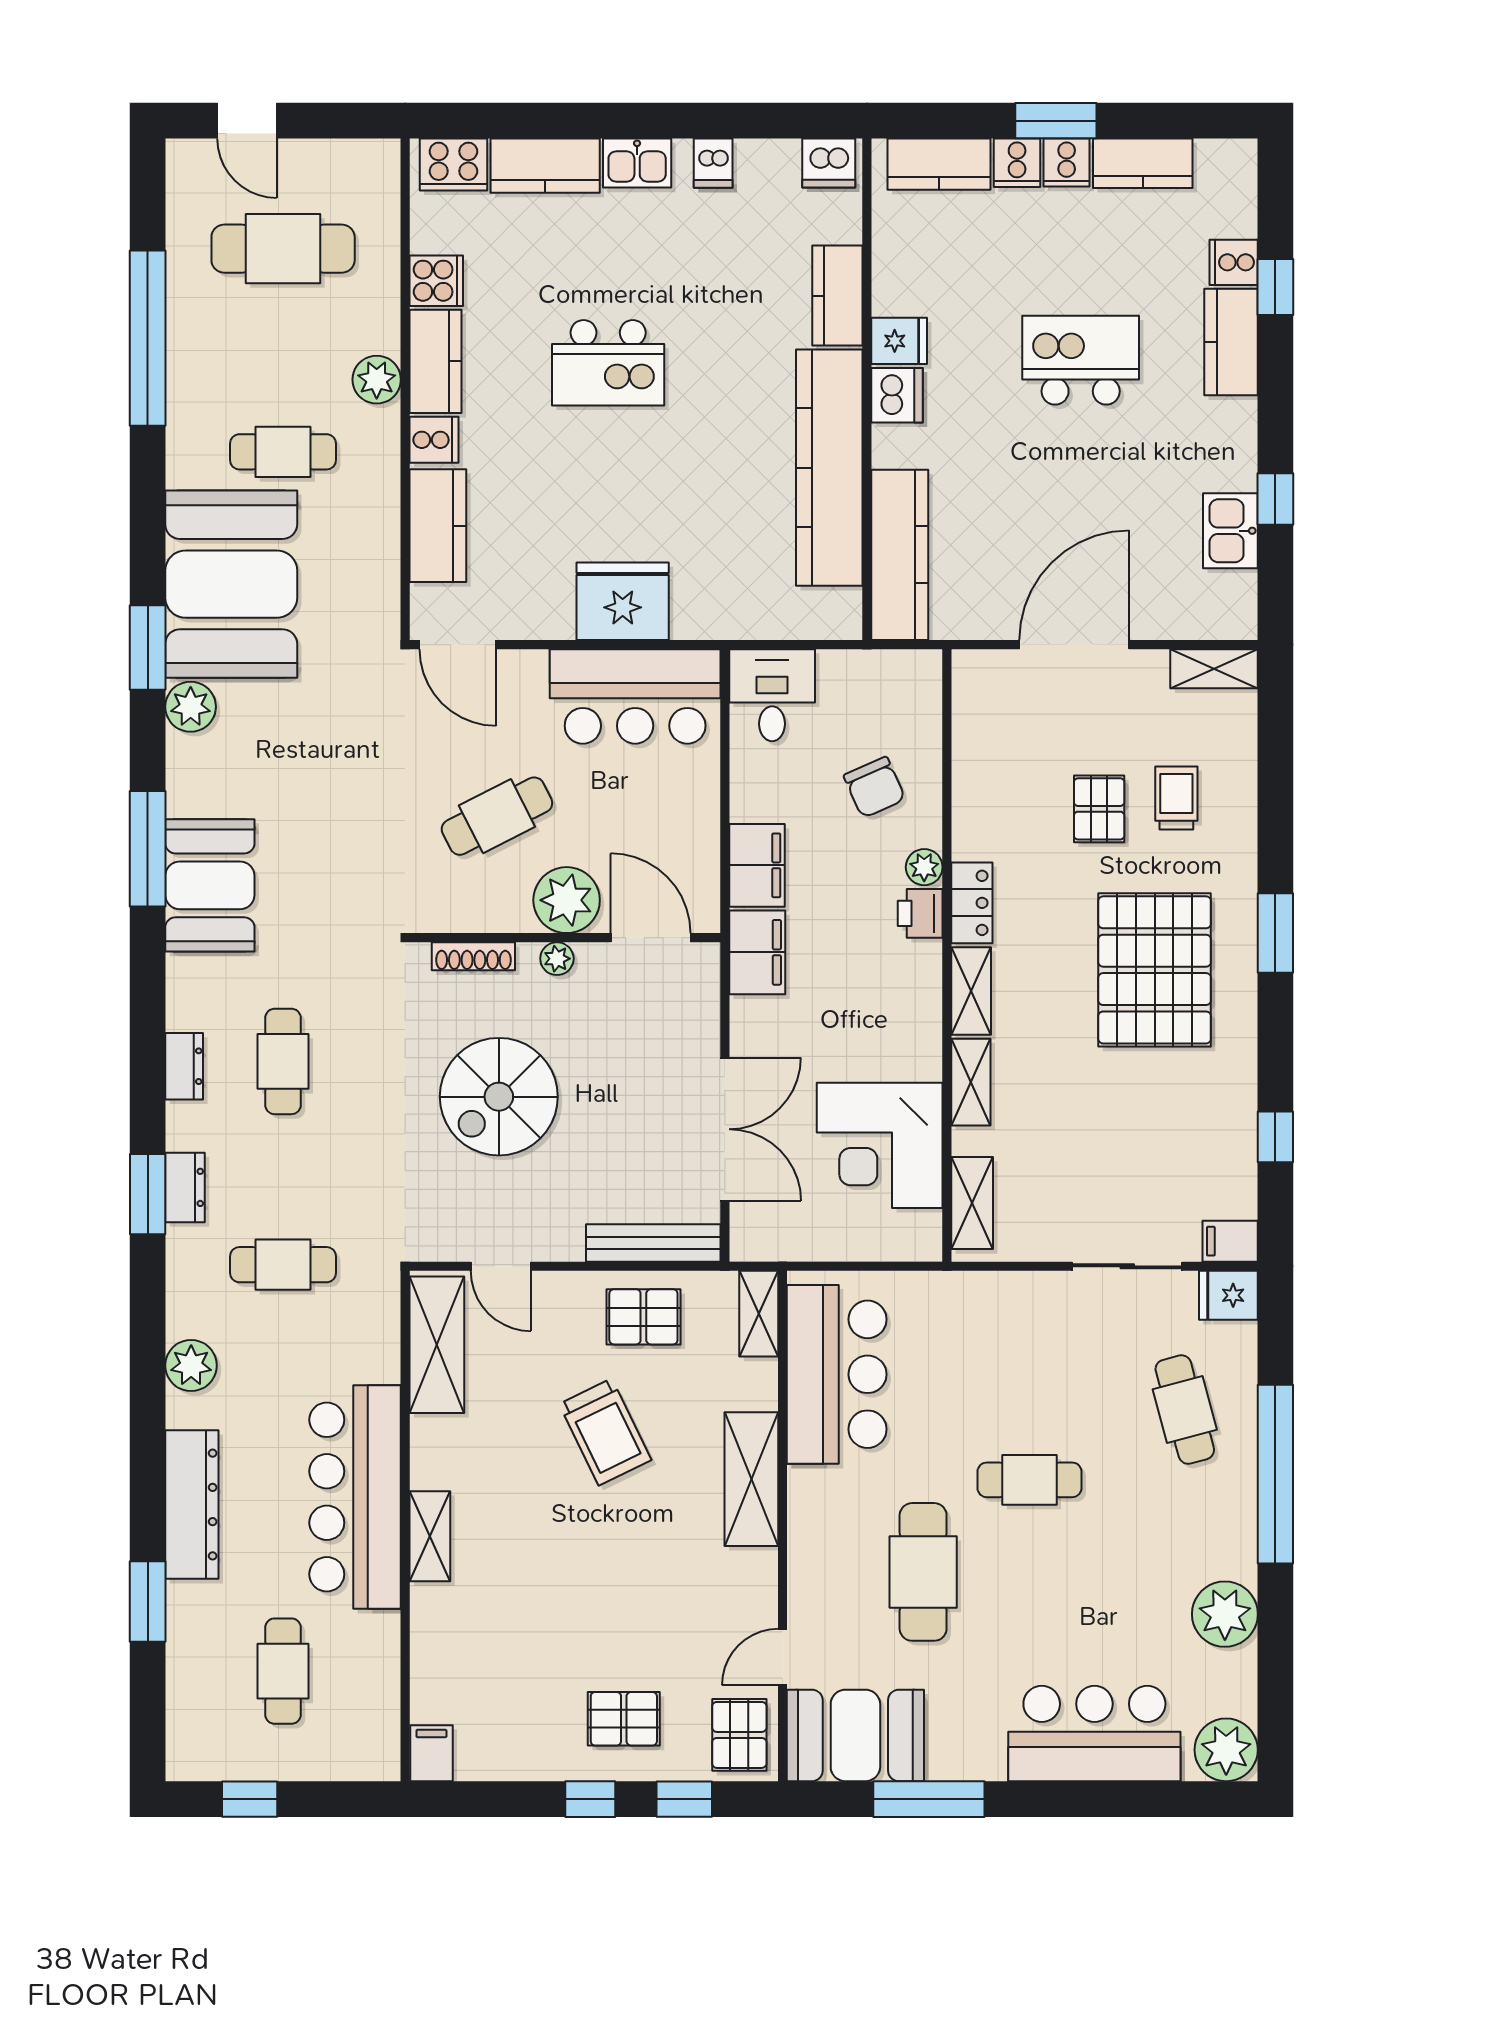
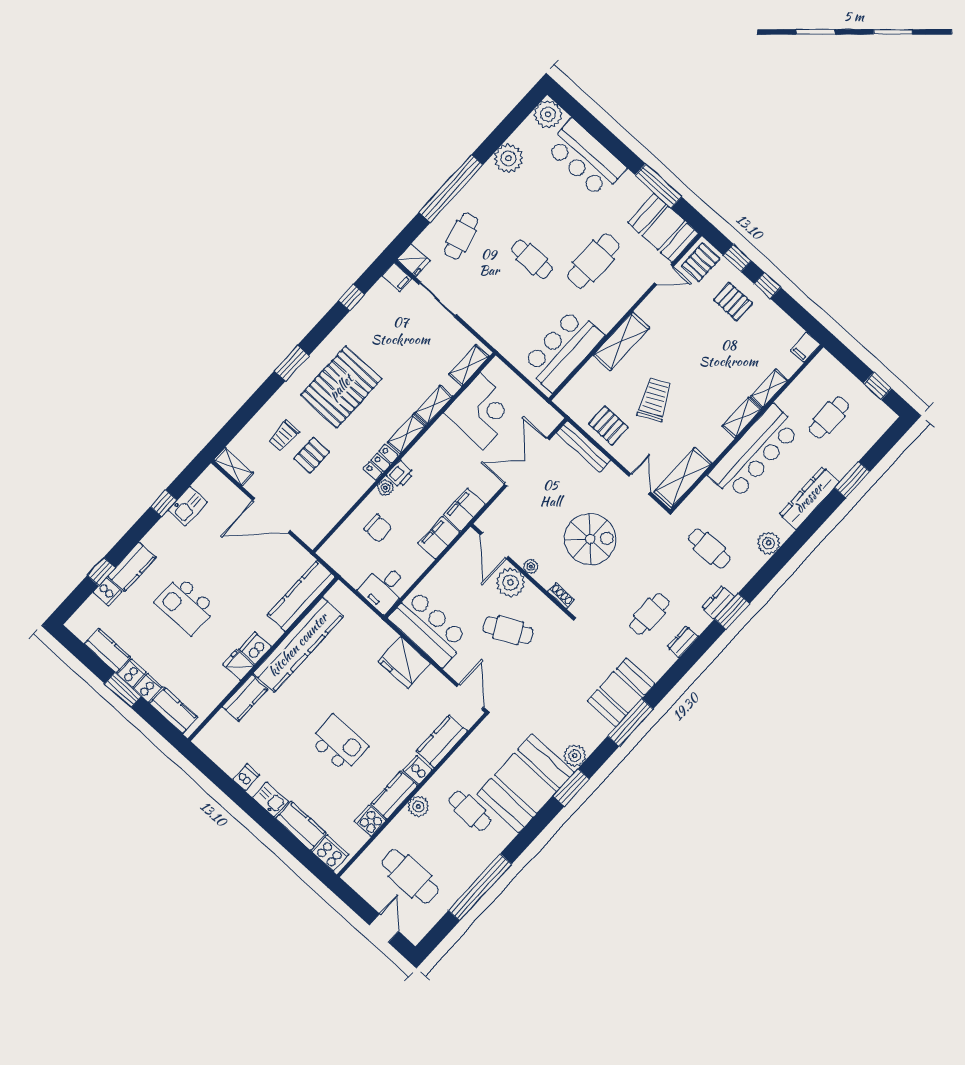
dishwasher: (829, 163) -> (209, 743), removed
chair: (875, 787) -> (378, 528), turned 114
shoe rack: (473, 956) -> (561, 596), width x0.70
shelving: (759, 1314) -> (769, 388), moved

